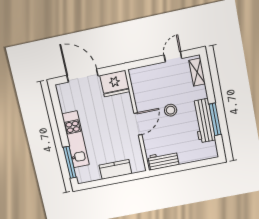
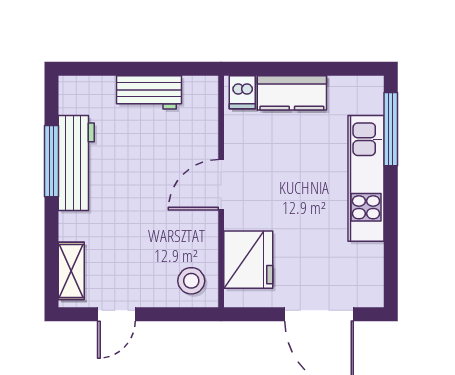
fridge: (115, 84) -> (248, 260), moved, turned 90
stool: (171, 110) -> (191, 281), moved
workbench: (163, 160) -> (149, 92), moved
dishwasher: (137, 166) -> (242, 92), added

